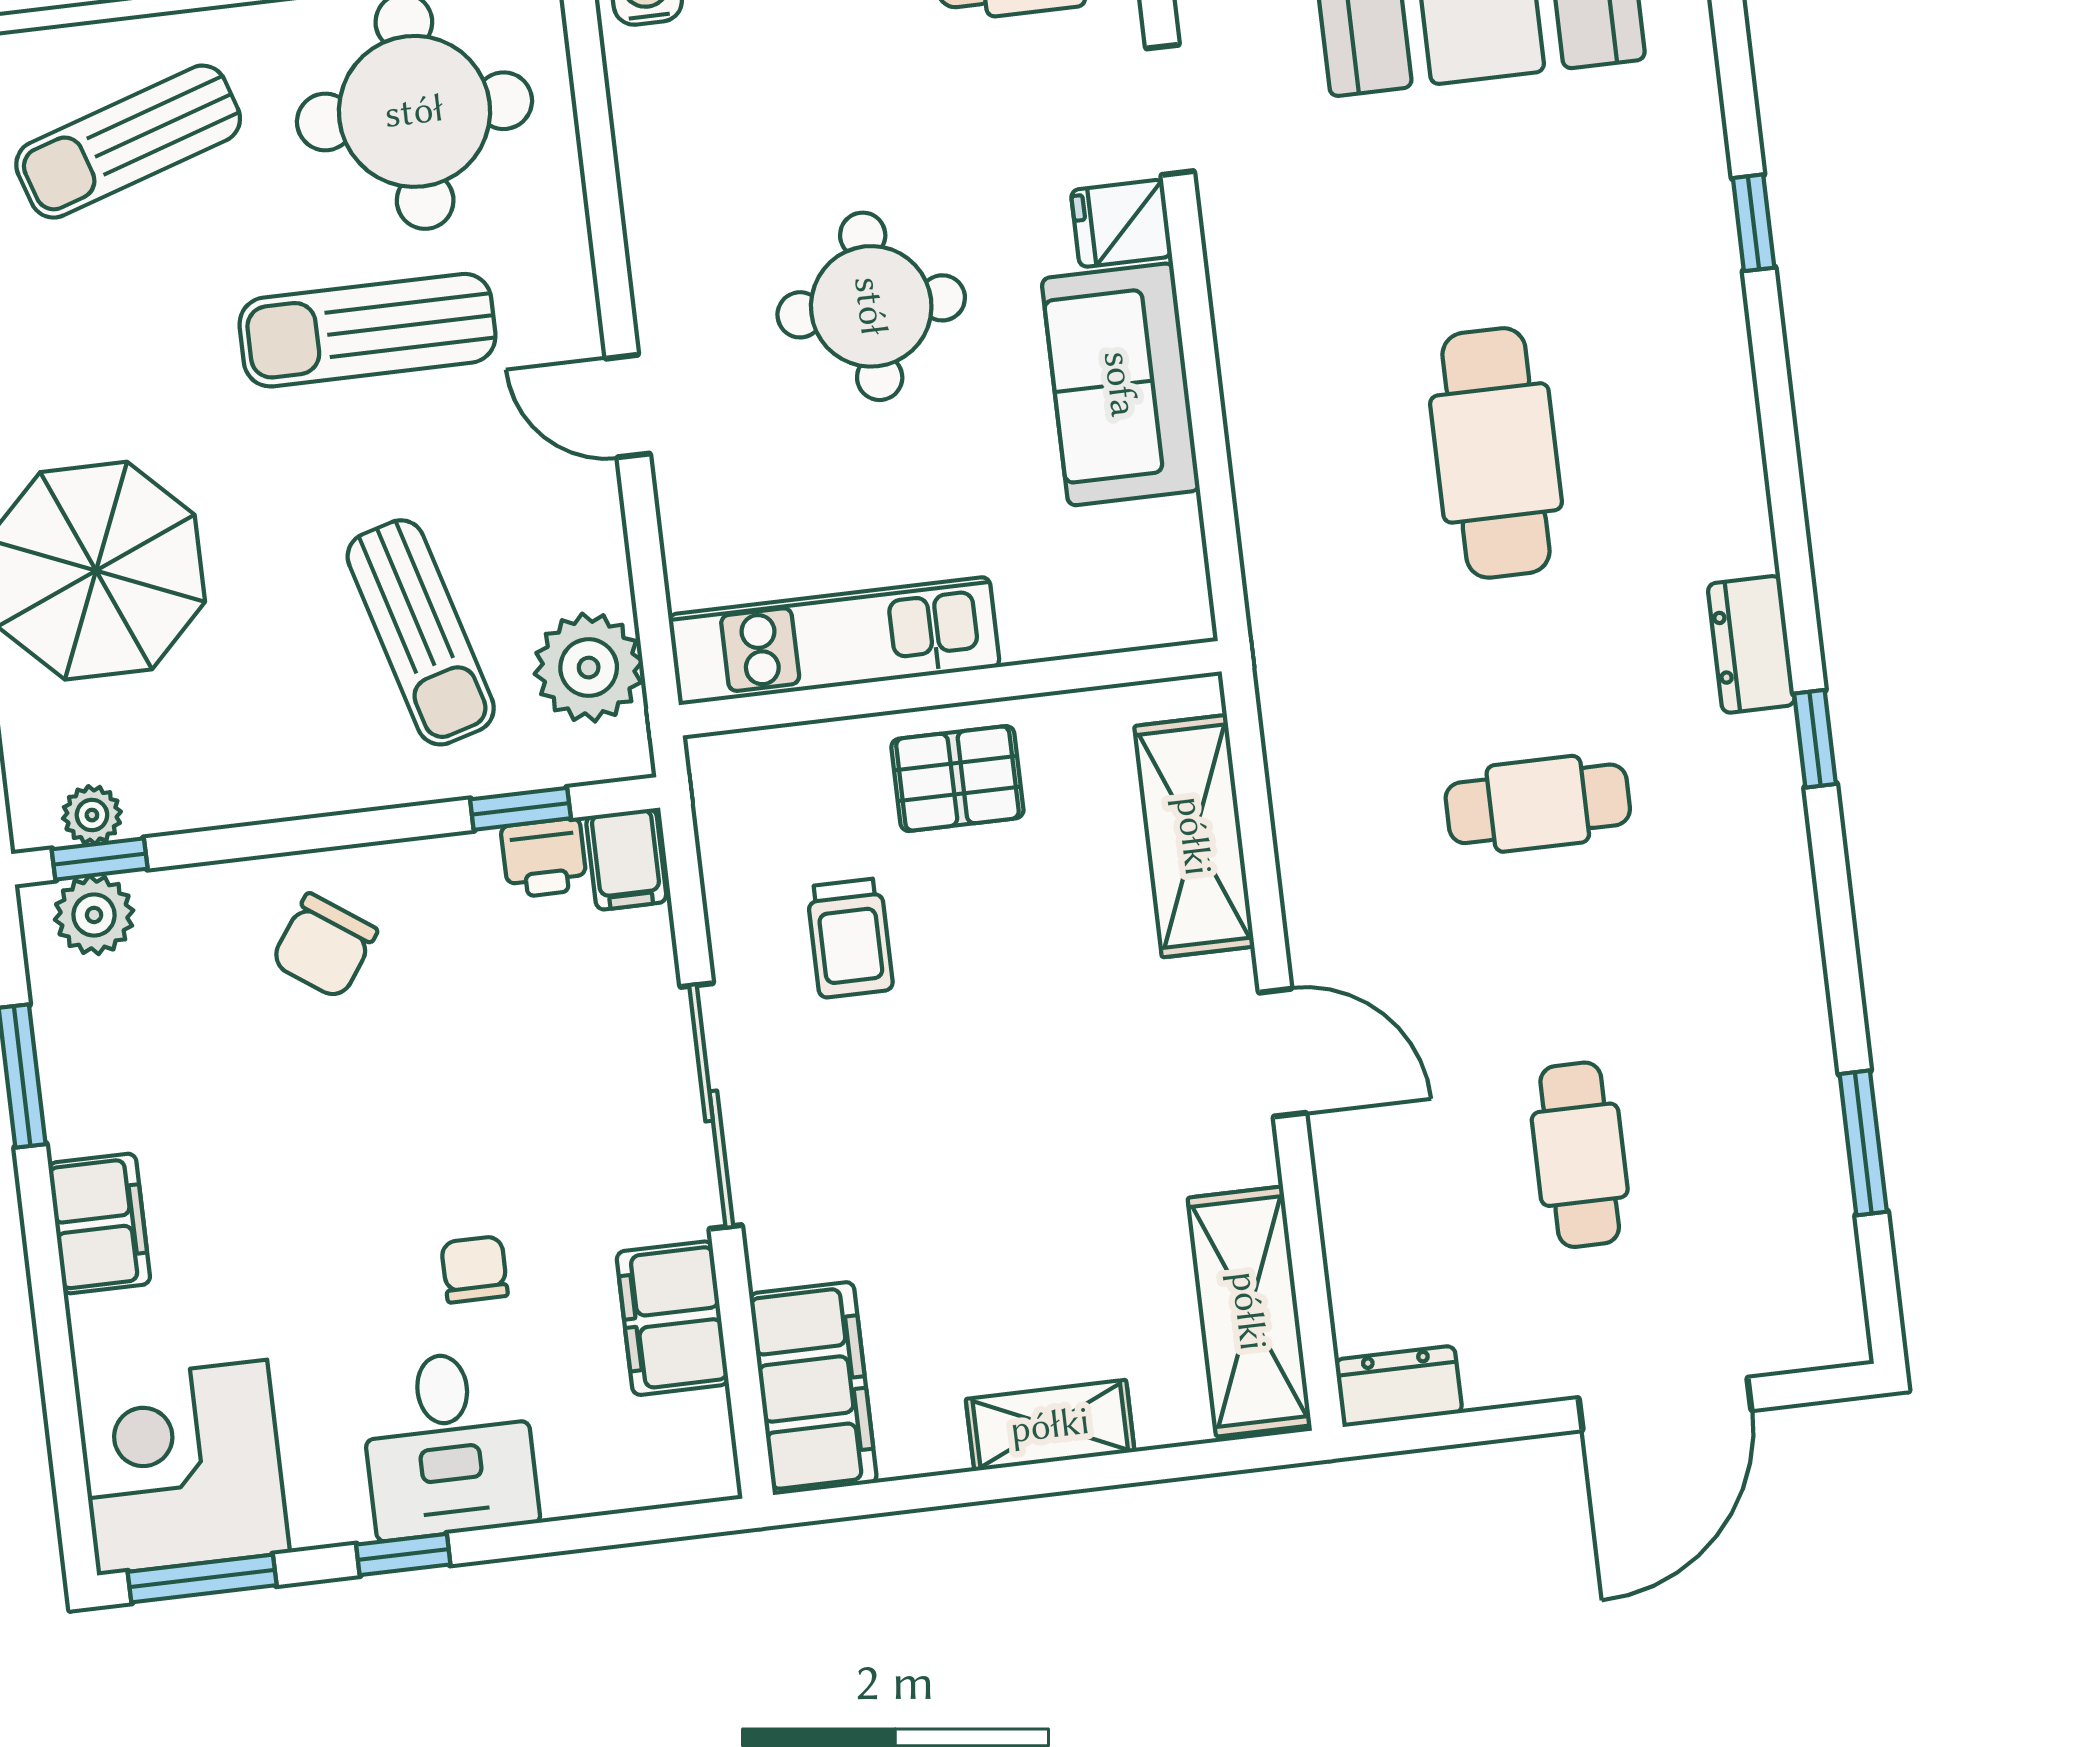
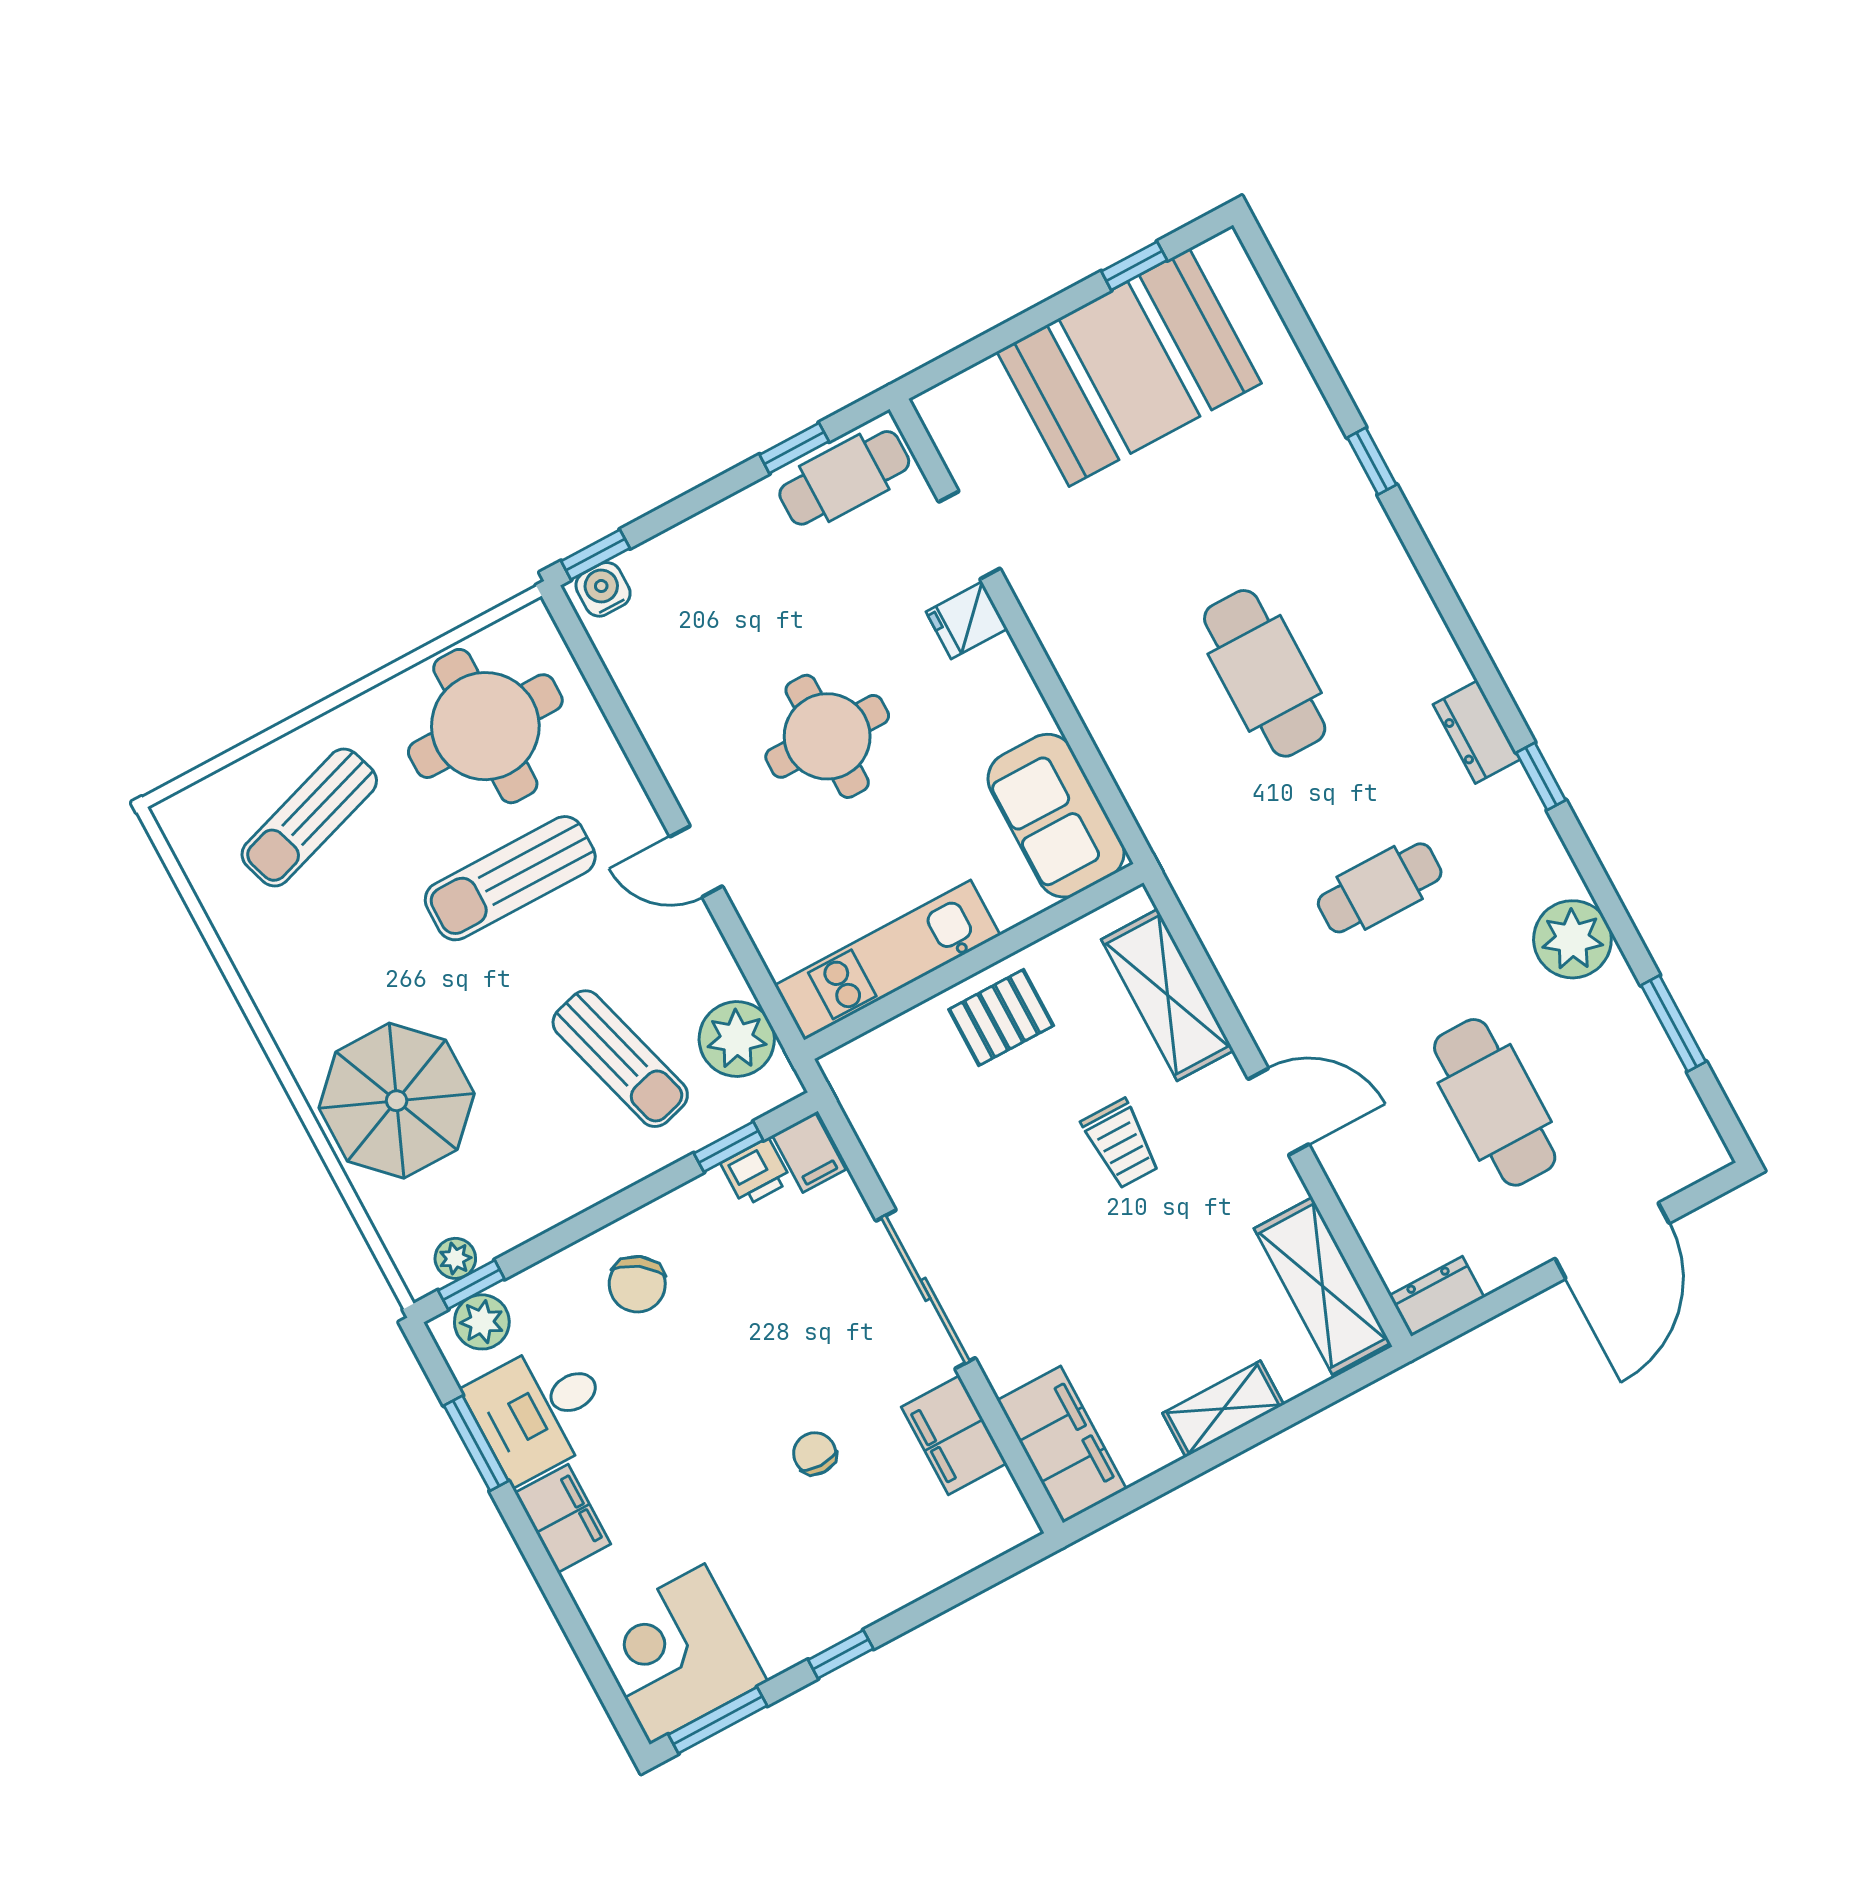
sofa: (1121, 384) -> (1056, 816), moved
trolley: (850, 938) -> (1121, 1144), moved
plant: (1771, 975) -> (1572, 939), added
cafe table: (1580, 1155) -> (1495, 1102), width x1.37, depth x1.35
desk: (449, 1444) -> (540, 1410), moved, turned 90

